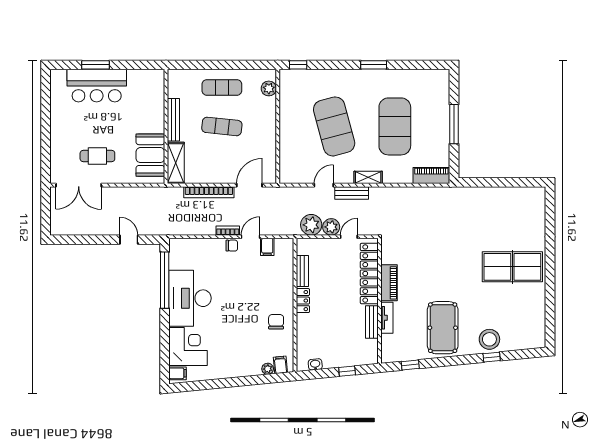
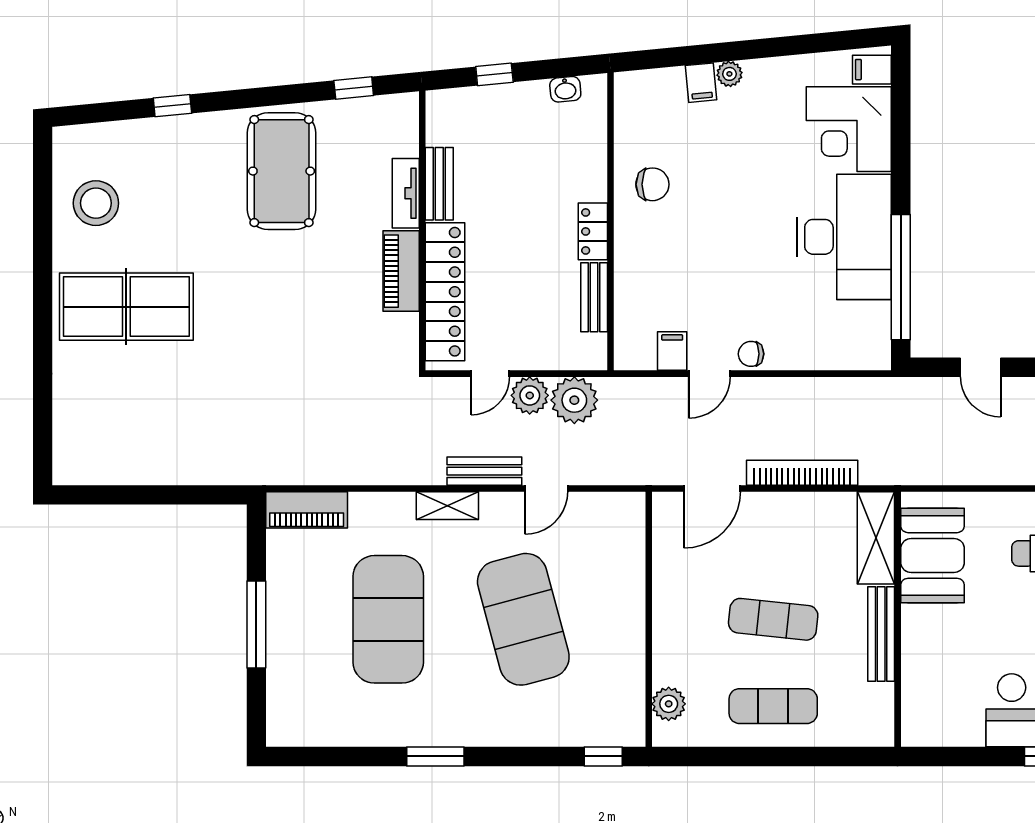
bookcase: (228, 231) -> (760, 387), removed
chair: (276, 322) -> (652, 184), turned -90
stool: (489, 339) -> (96, 203), moved
filing cabinet: (280, 365) -> (701, 83), moved
plant: (268, 369) -> (729, 74), moved

